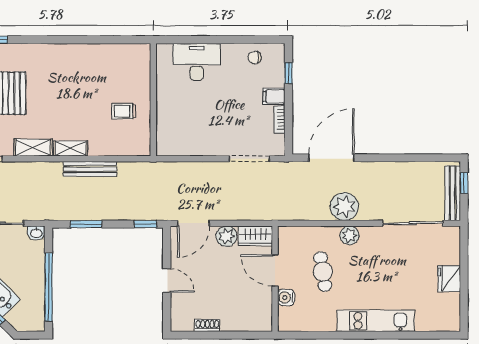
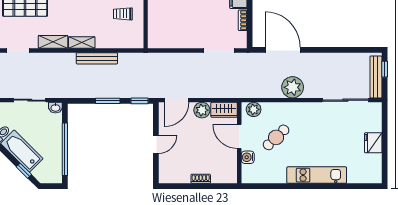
door: (331, 158) -> (283, 50), hinge flipped
window: (86, 224) -> (108, 101), moved
plant: (349, 235) -> (254, 109), moved
cafe table: (323, 272) -> (276, 137), turned 55
door: (167, 280) -> (156, 144), hinge flipped
shoe rack: (207, 325) -> (201, 179), moved

